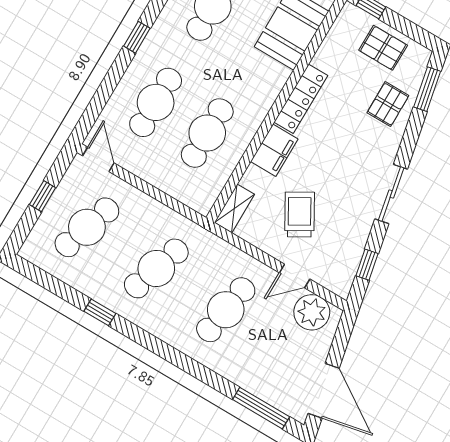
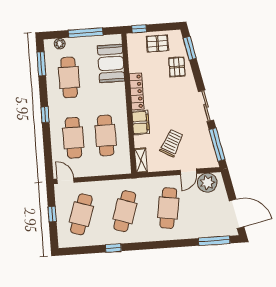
trolley: (300, 214) -> (172, 143), turned 59
window: (367, 265) -> (217, 145), width x2.17

